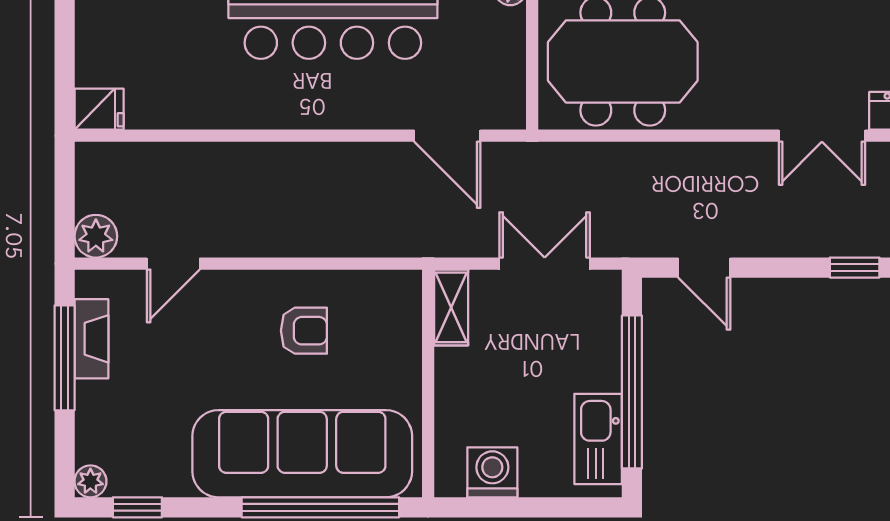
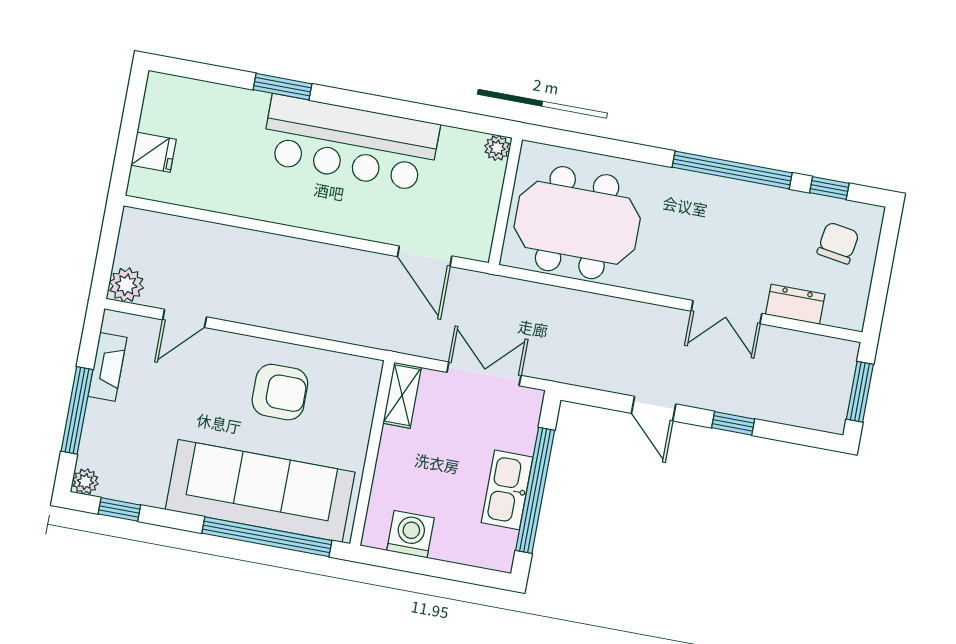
fridge: (99, 109) -> (154, 152), moved
door: (704, 268) -> (654, 409), moved
armchair: (304, 331) -> (280, 392), width x1.38, depth x1.38
window: (65, 358) -> (77, 410), moved
kitchen sink: (598, 439) -> (507, 490), moved

